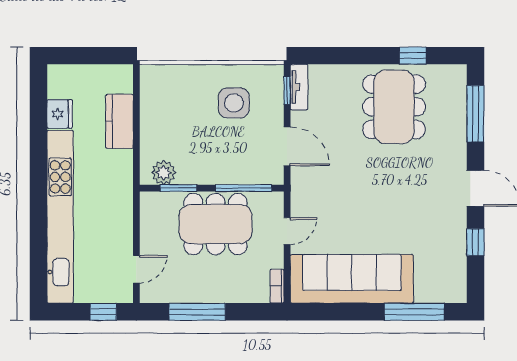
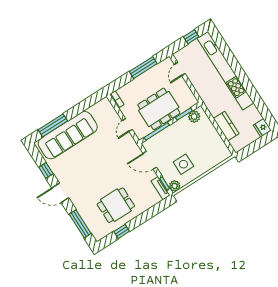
plant: (273, 75) -> (175, 186), added
dining table: (394, 107) -> (116, 205), width x0.73
fridge: (60, 114) -> (262, 128), moved
sofa: (352, 279) -> (68, 135), moved
window: (103, 312) -> (191, 37), moved

